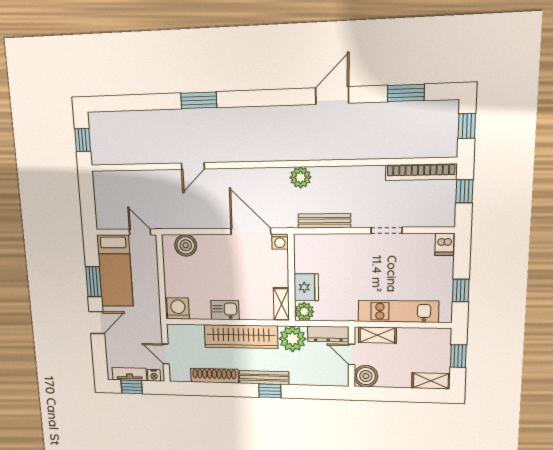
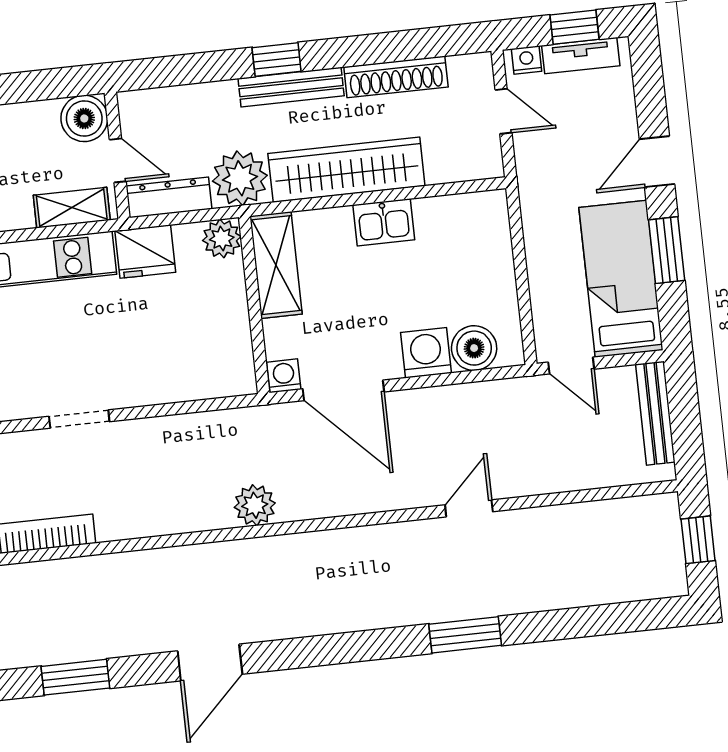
bench: (324, 221) -> (655, 413), moved, turned 90
fridge: (306, 287) -> (145, 252), moved, turned -90
shelving: (281, 304) -> (276, 265), width x1.50, depth x1.33
washing machine: (178, 308) -> (426, 353), moved, turned 180

